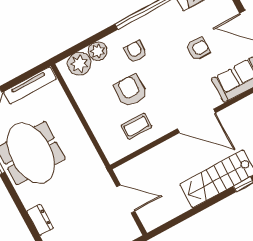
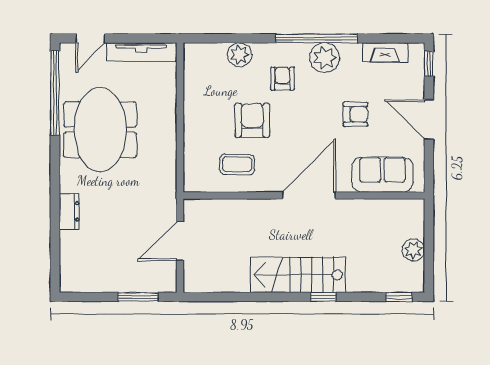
plant: (79, 64) -> (325, 58), moved
door: (196, 121) -> (309, 195), swing flipped
door: (126, 199) -> (180, 241), swing flipped

